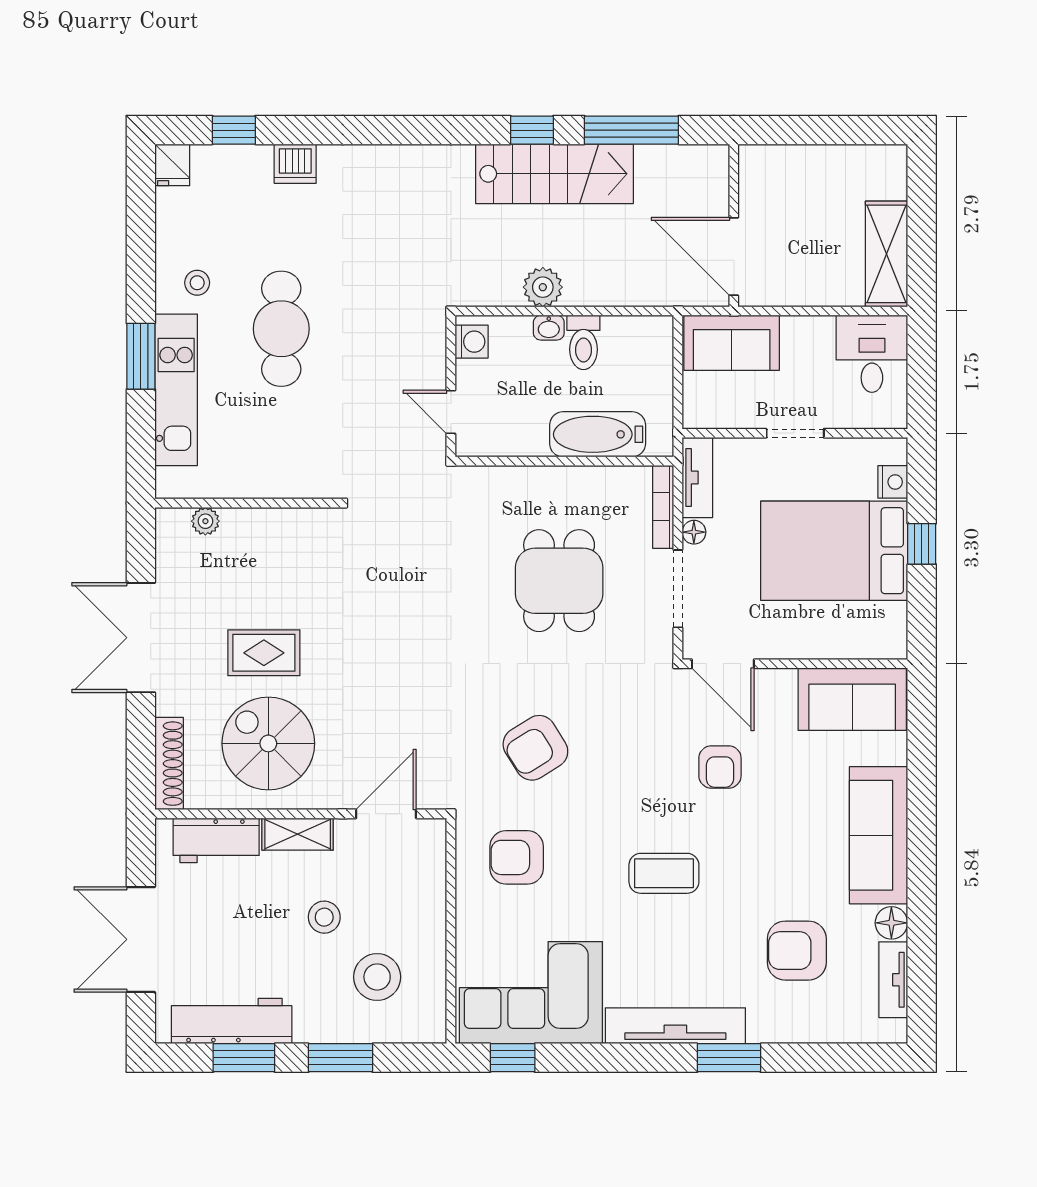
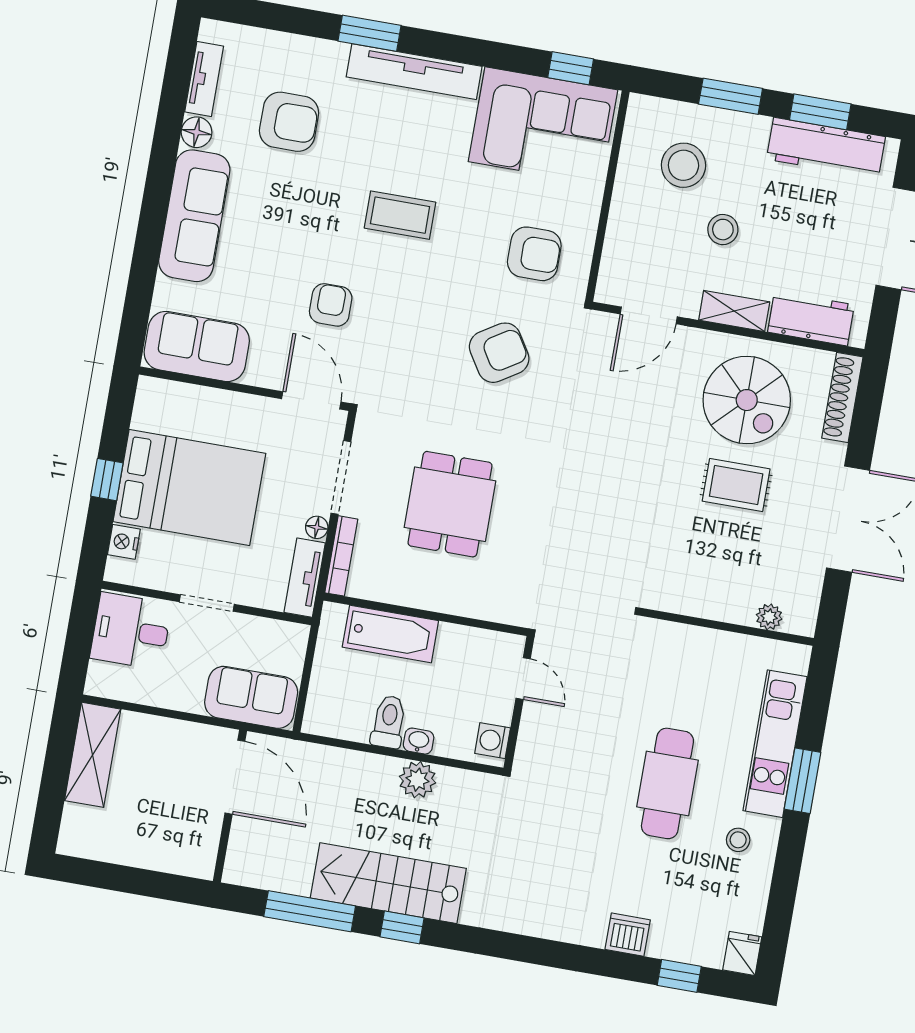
desk: (872, 354) -> (131, 631), moved, turned 90

